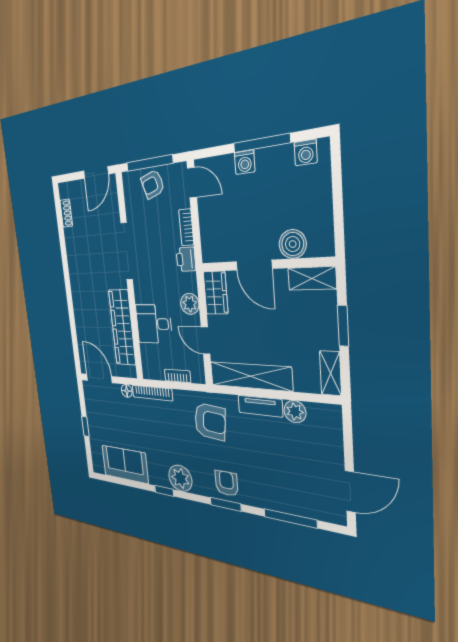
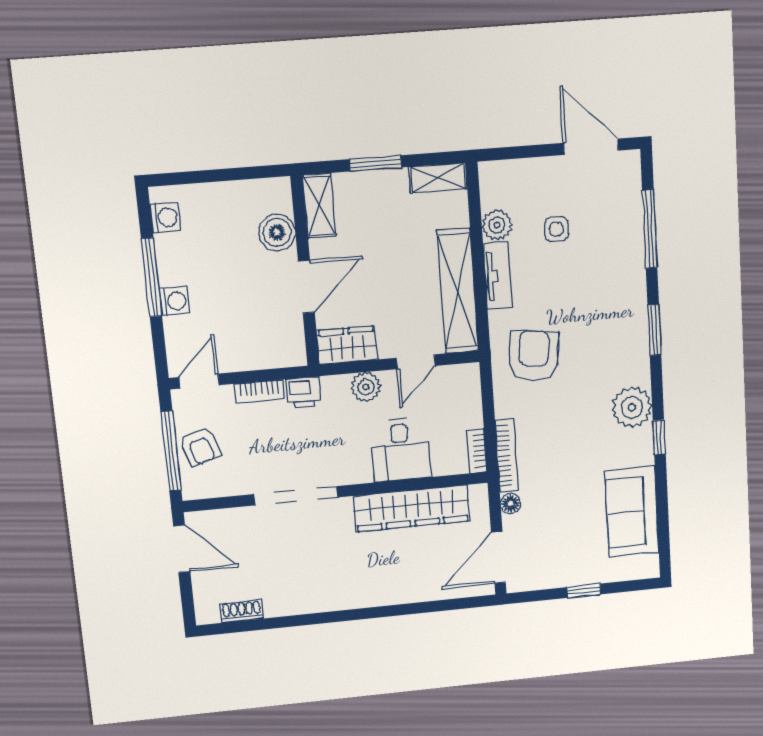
bookcase: (178, 376) -> (477, 451), moved
side table: (291, 454) -> (556, 229), added
armchair: (226, 483) -> (622, 328), removed

